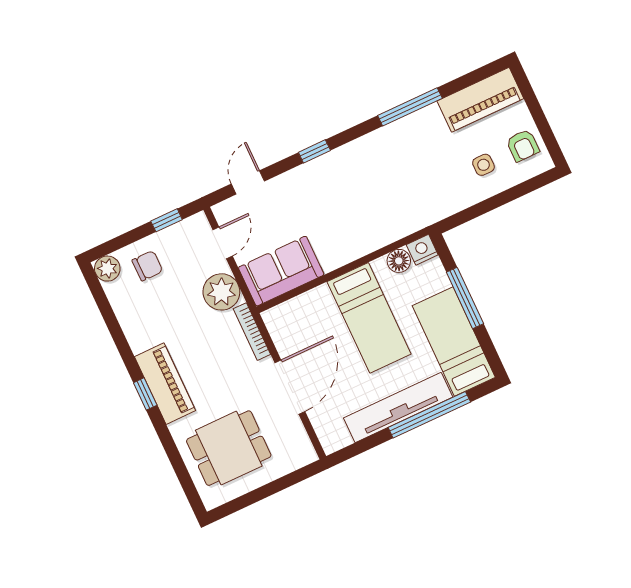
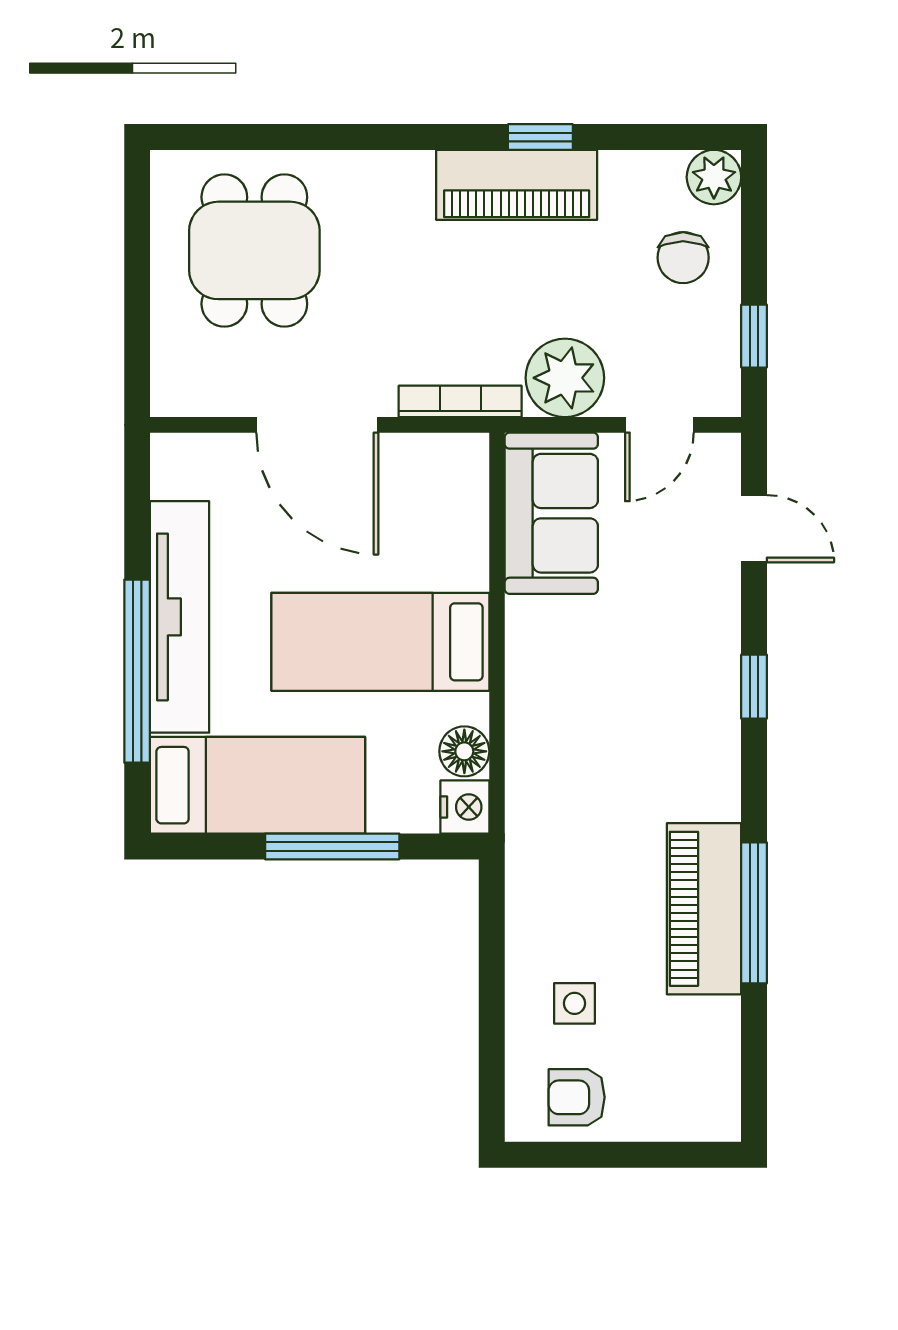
piano: (480, 100) -> (704, 909), moved
door: (223, 243) -> (659, 425), hinge flipped
piano: (165, 384) -> (517, 185), moved
window: (145, 394) -> (540, 137), moved

